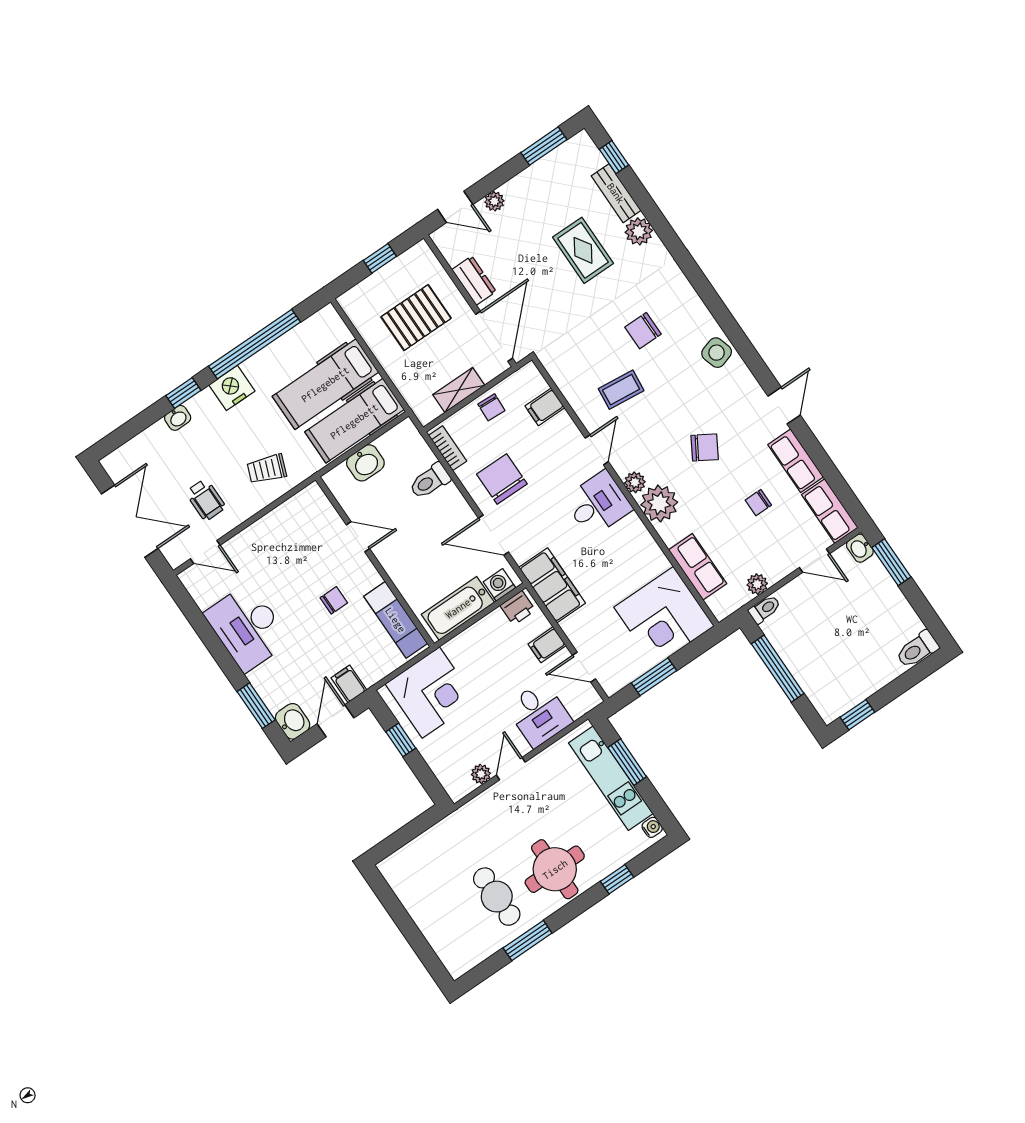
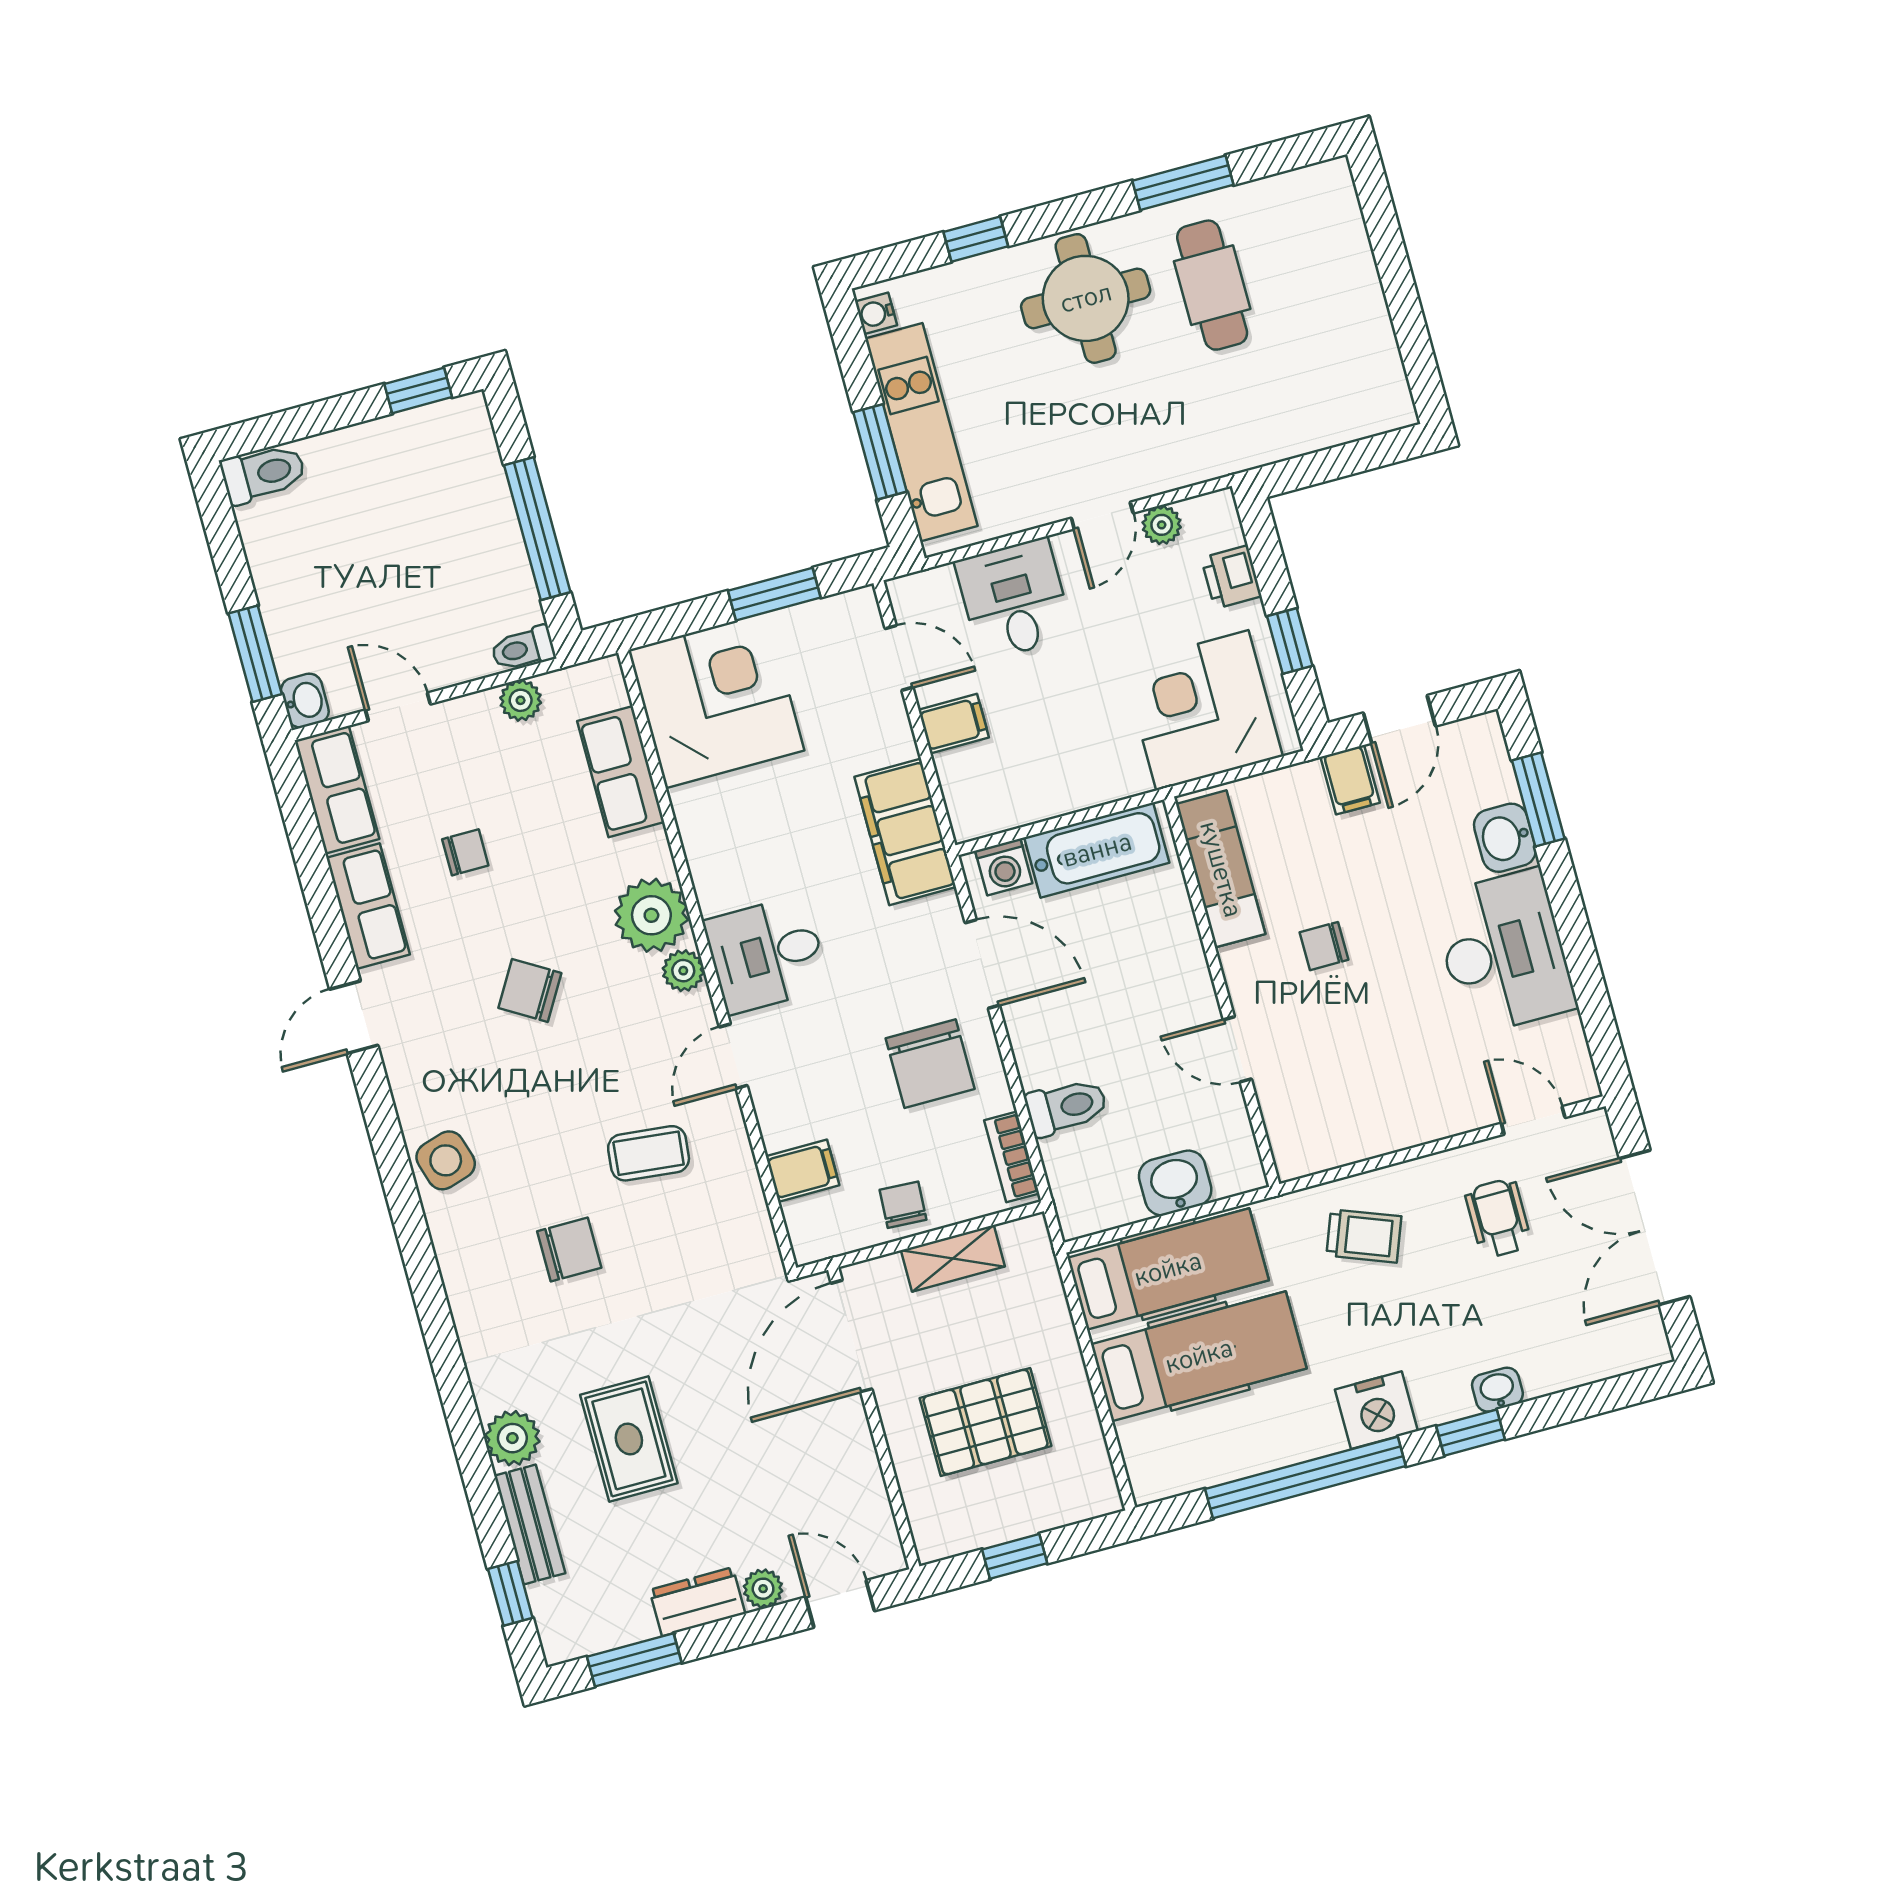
dresser: (474, 281) -> (697, 1602), moved, turned 90
printer: (518, 608) -> (1231, 577), moved, turned -90
washbasin: (293, 721) -> (1505, 838), moved

